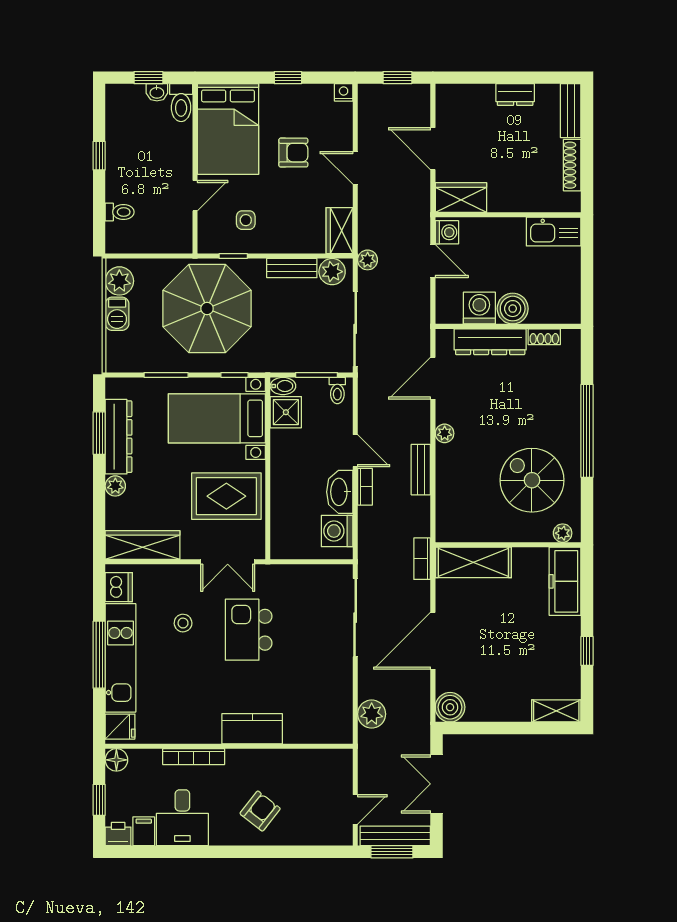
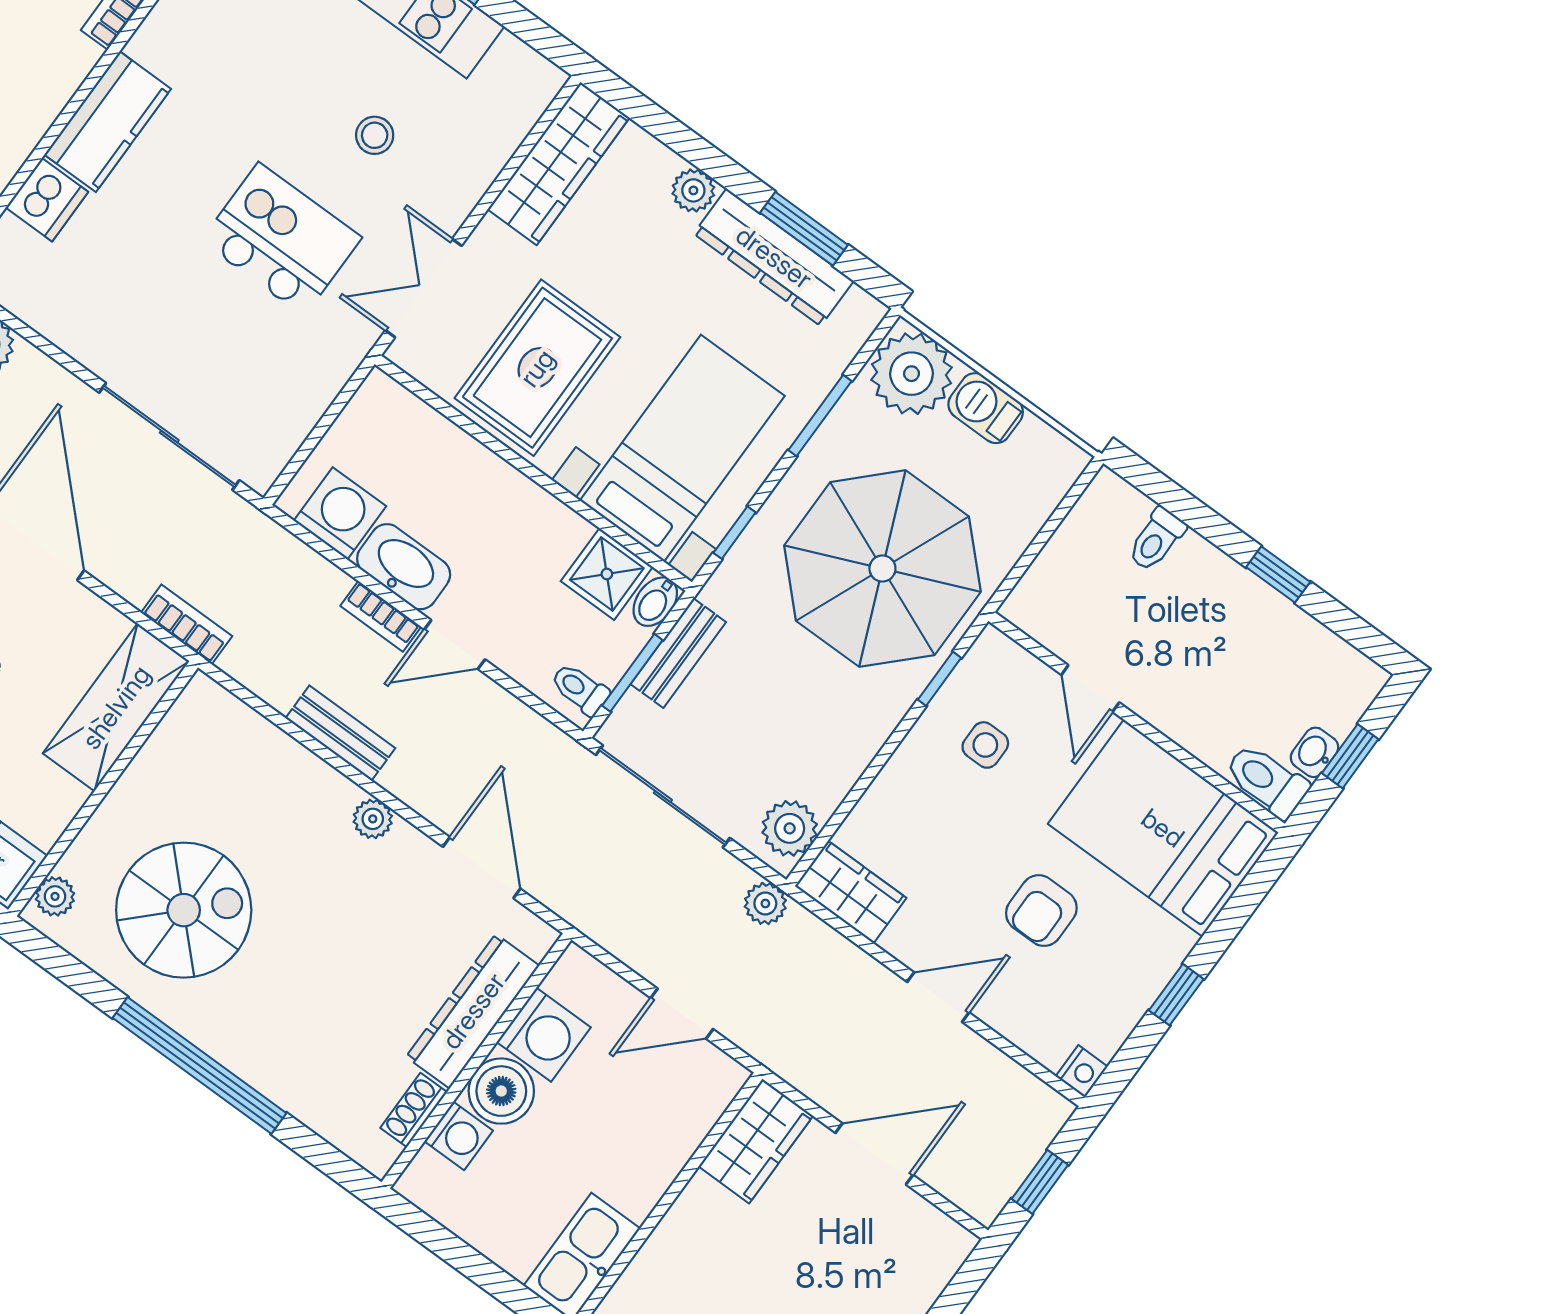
washing machine: (447, 232) -> (459, 1136), moved, turned -90
bench: (292, 268) -> (678, 653), moved
plant: (119, 281) -> (911, 374), moved, width x1.36, depth x1.36
dishwasher: (119, 587) -> (47, 200), moved, turned -90

